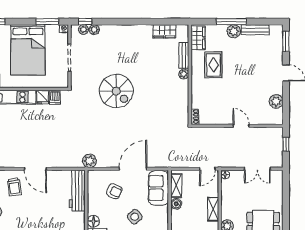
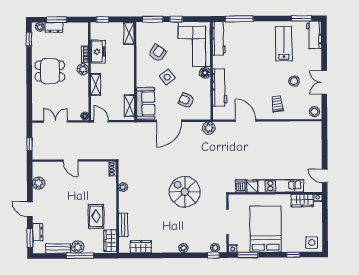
plant: (94, 30) -> (183, 248), moved
dresser: (277, 48) -> (38, 232), added
plant: (184, 74) -> (123, 187), moved
door: (35, 169) -> (246, 120), moved
door: (207, 169) -> (101, 121), hinge flipped
workbench: (77, 191) -> (220, 87), moved
boiler: (176, 204) -> (129, 89), removed

